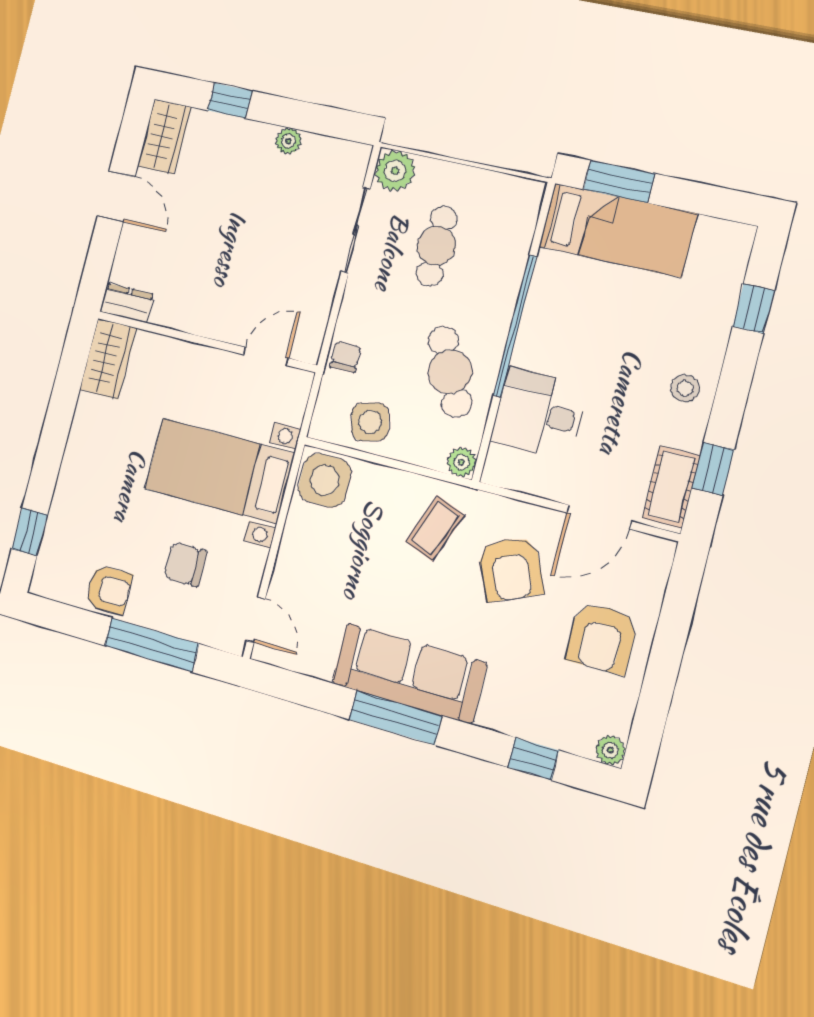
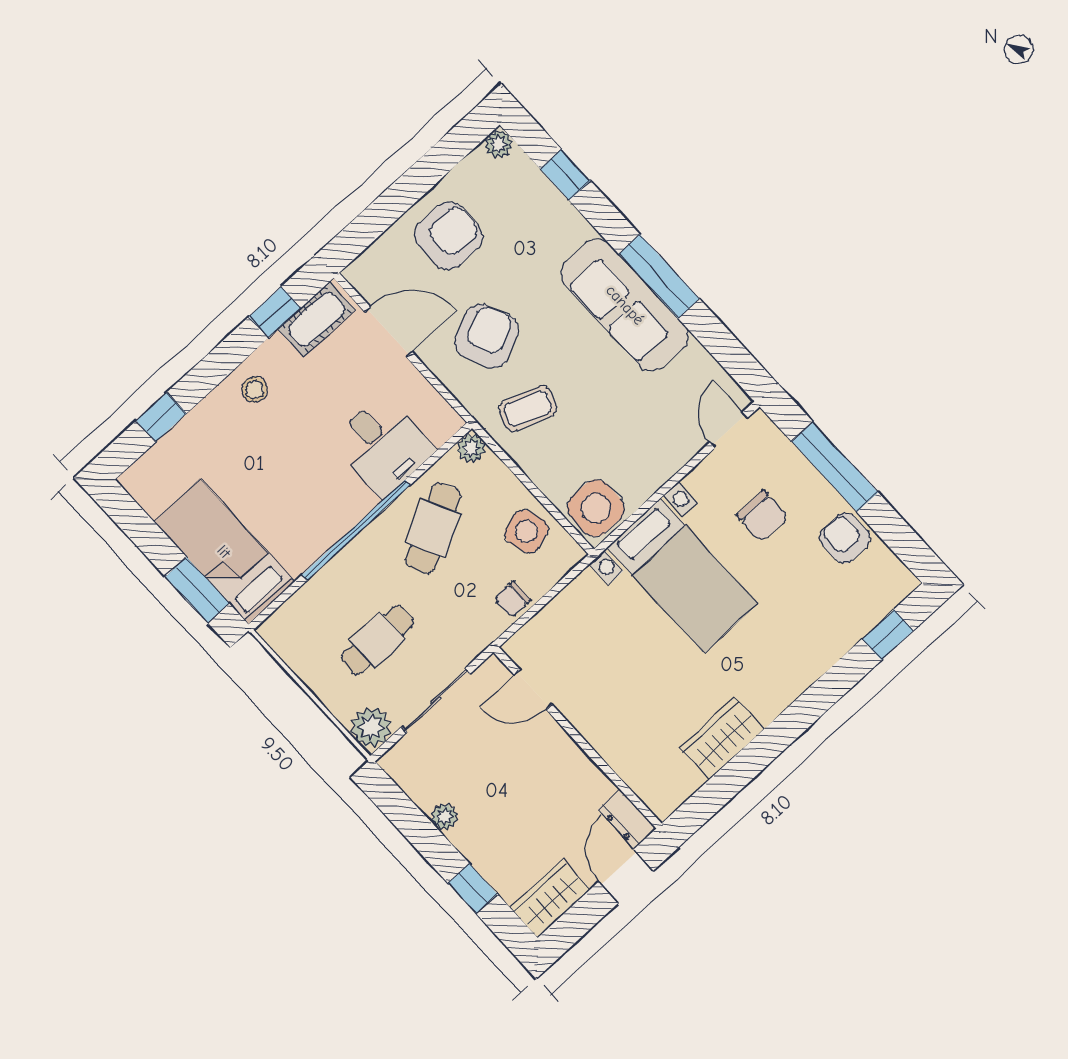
dresser: (127, 303) -> (627, 819), moved
wall: (206, 341) -> (578, 738), moved
door: (266, 356) -> (533, 690), moved

